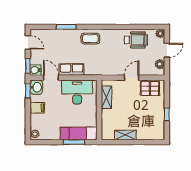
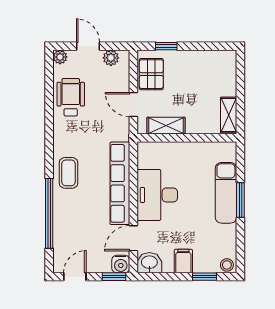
window: (66, 27) -> (49, 213), width x2.11
row of seats: (72, 70) -> (120, 183), width x2.02
window: (28, 91) -> (204, 277), moved
shelving: (106, 97) -> (166, 126), moved
wall: (99, 110) -> (187, 138), moved
window: (167, 114) -> (166, 46), moved

